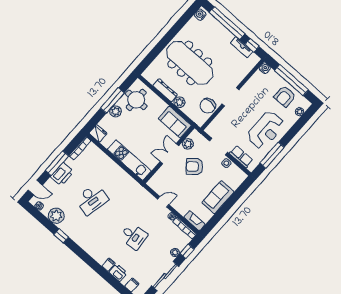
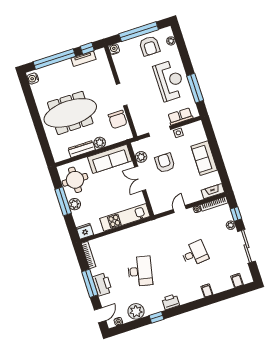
sofa: (175, 122) -> (110, 159), width x1.36
armchair: (195, 167) -> (165, 163), turned 130
printer: (118, 273) -> (171, 302), moved

